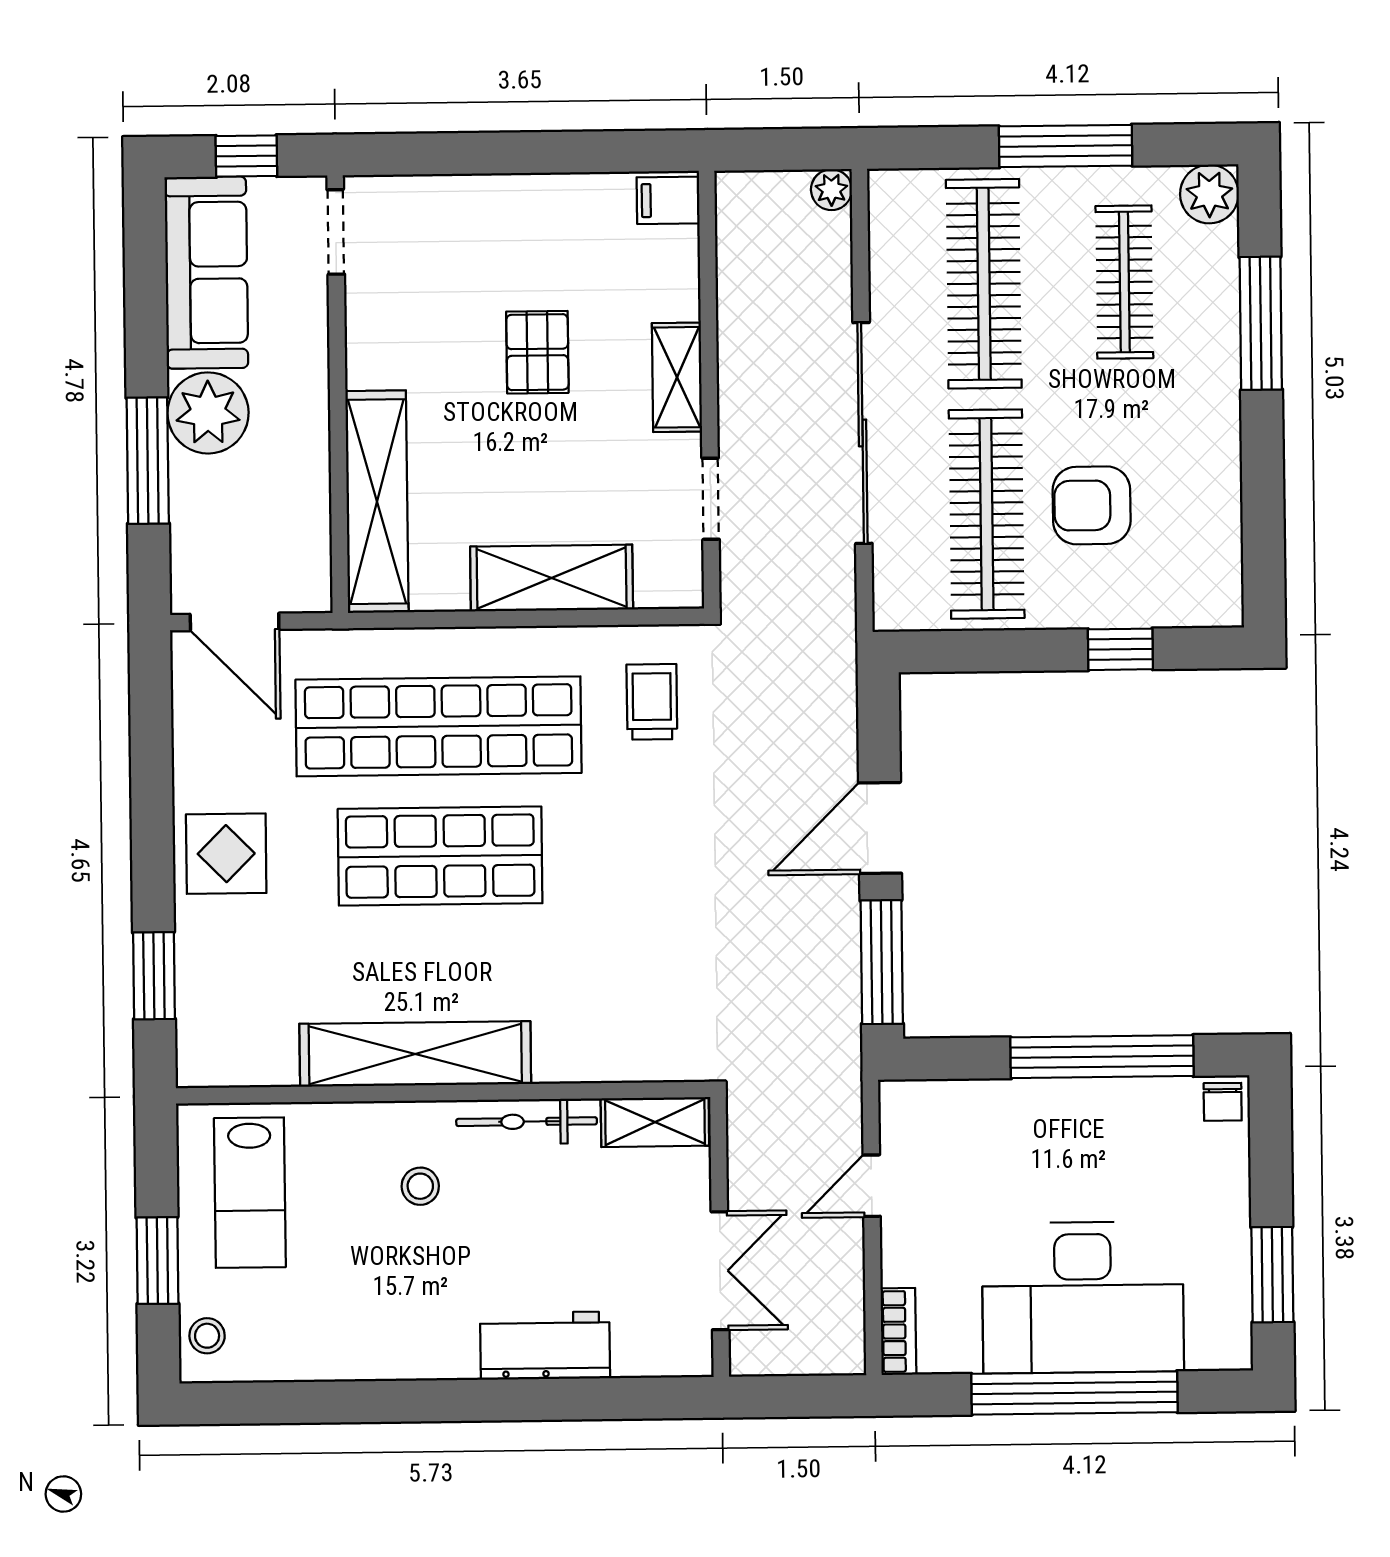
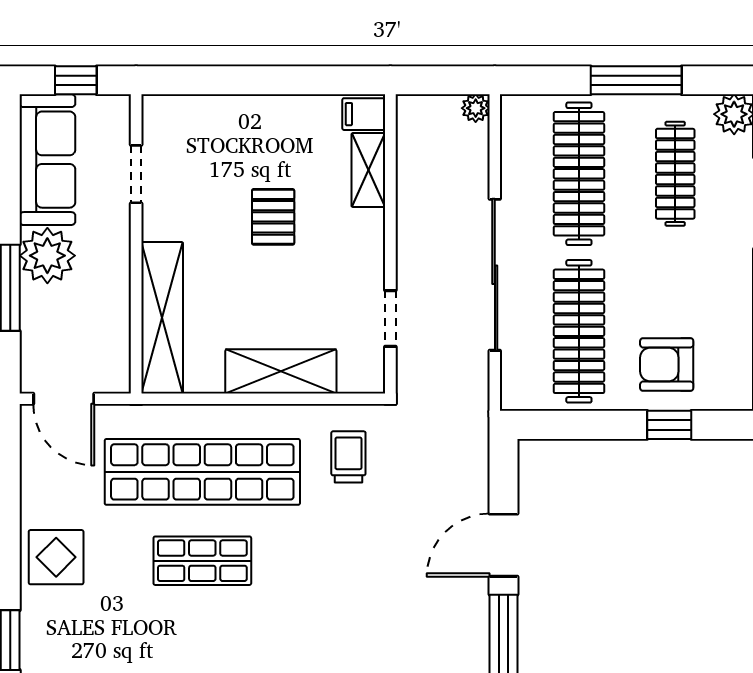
doorway: (336, 232) -> (136, 174), moved
shelving: (677, 377) -> (368, 170), moved
armchair: (1092, 505) -> (667, 365), moved
shop shelf: (440, 856) -> (202, 561), width x0.70, depth x0.74

